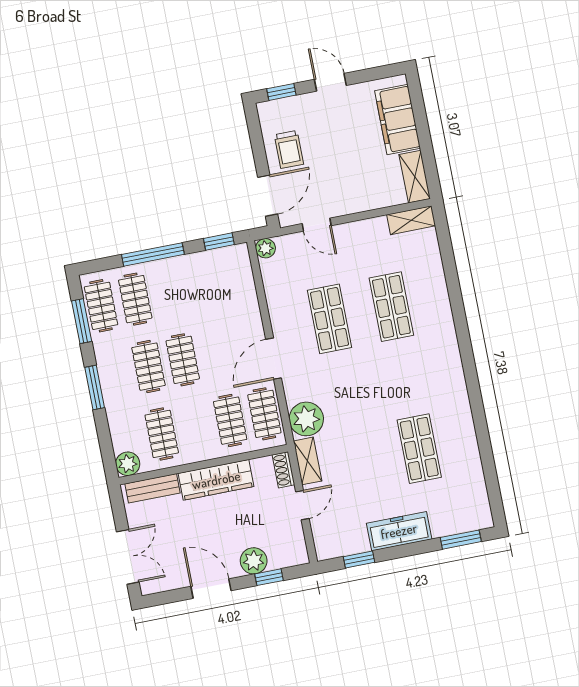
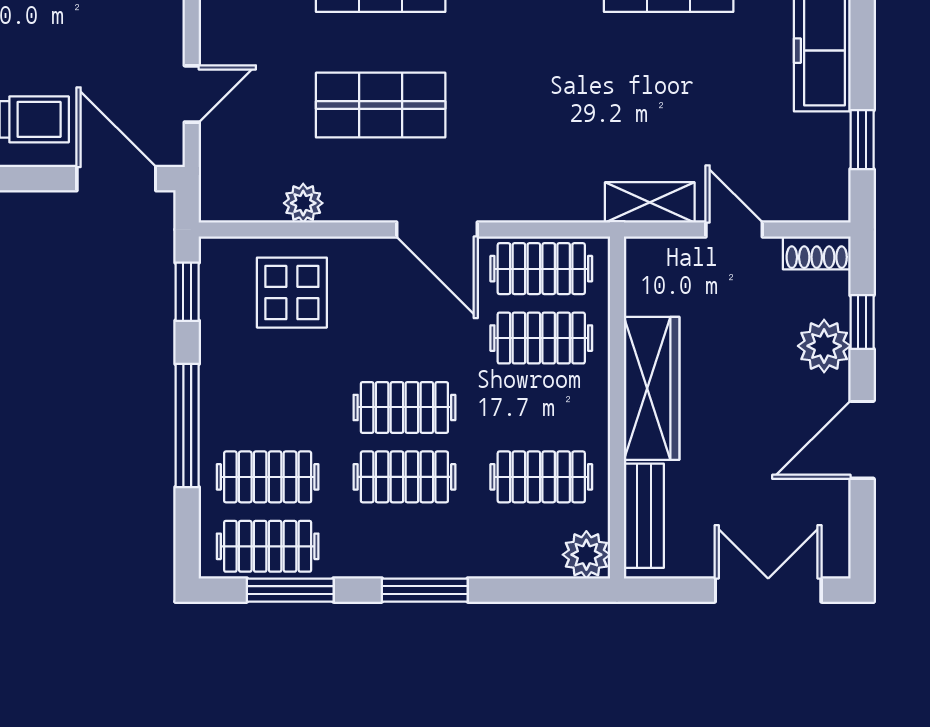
plant: (265, 248) -> (303, 203), moved
display table: (228, 293) -> (292, 293), added
plant: (306, 419) -> (567, 189), removed
shoe rack: (283, 470) -> (817, 253), moved

